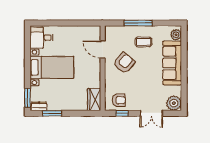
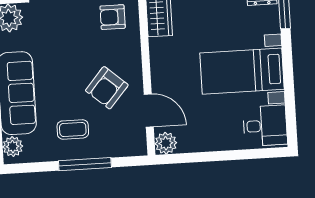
plant: (95, 32) -> (166, 143), added

